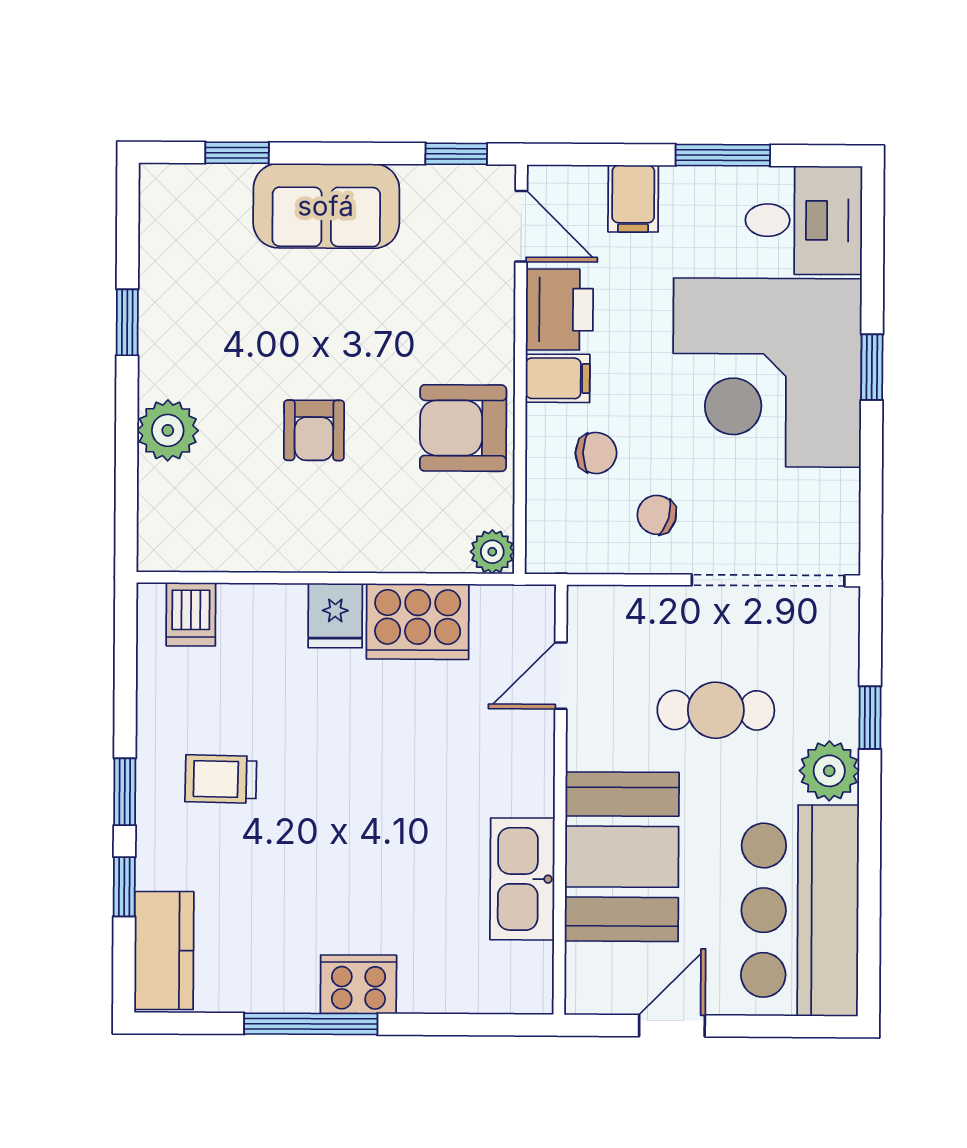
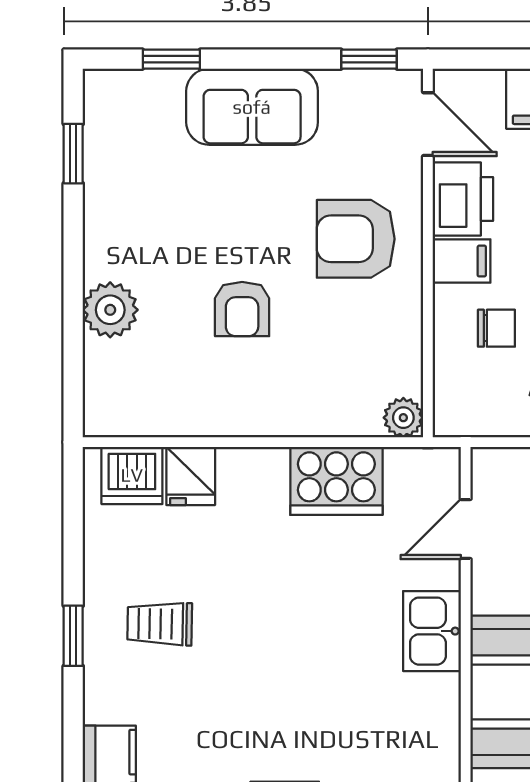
window: (127, 322) -> (73, 154), moved
armchair: (463, 428) -> (356, 239), moved
dishwasher: (191, 614) -> (132, 475), width x1.38
fridge: (335, 616) -> (191, 476), moved
kitchen sink: (522, 879) -> (432, 631), moved, width x0.73
window: (124, 887) -> (73, 722), removed

